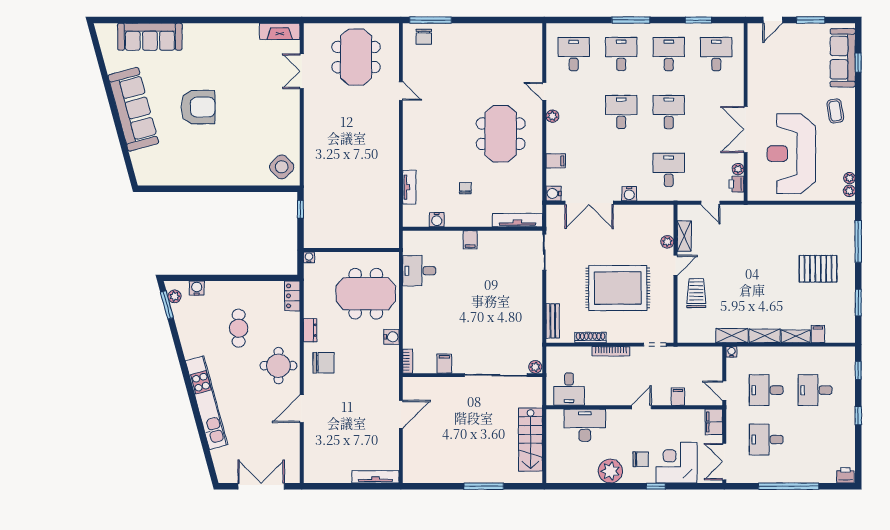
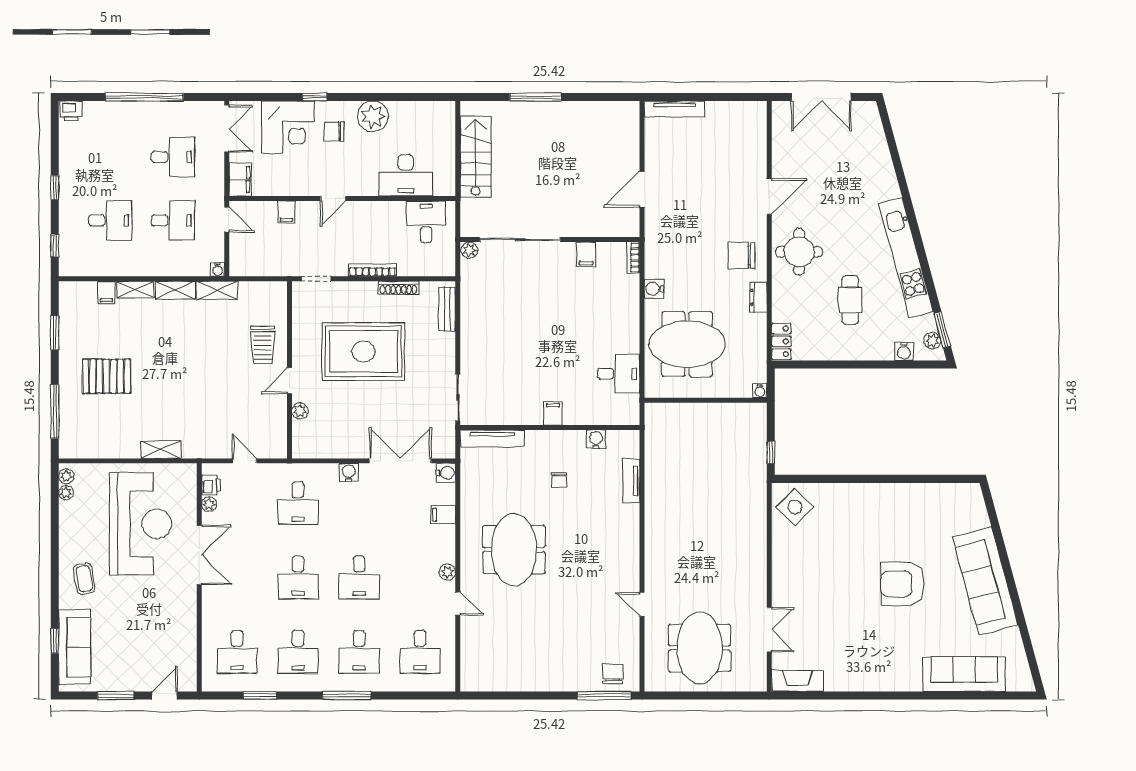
shelving: (684, 236) -> (161, 450), moved, turned 90
kitchen unit: (207, 403) -> (906, 258), moved

